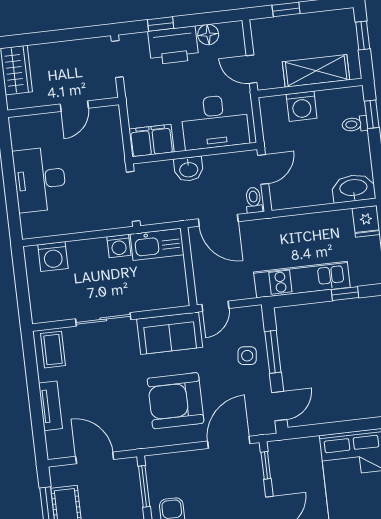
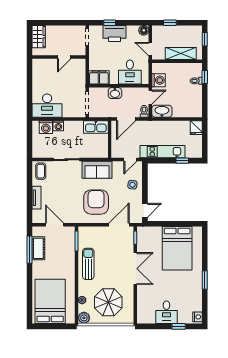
floor lamp: (208, 35) -> (144, 30), moved
washing machine: (302, 106) -> (158, 80), moved, turned -90
desk: (215, 122) -> (130, 72), width x0.73
desk: (40, 179) -> (47, 106), moved, turned -90
washbasin: (353, 188) -> (162, 111), moved
door: (218, 220) -> (126, 119), hinge flipped
washing machine: (119, 246) -> (58, 126), moved
door: (215, 306) -> (130, 160), moved
window: (273, 352) -> (145, 184), removed
armchair: (176, 401) -> (96, 202), turned 90

